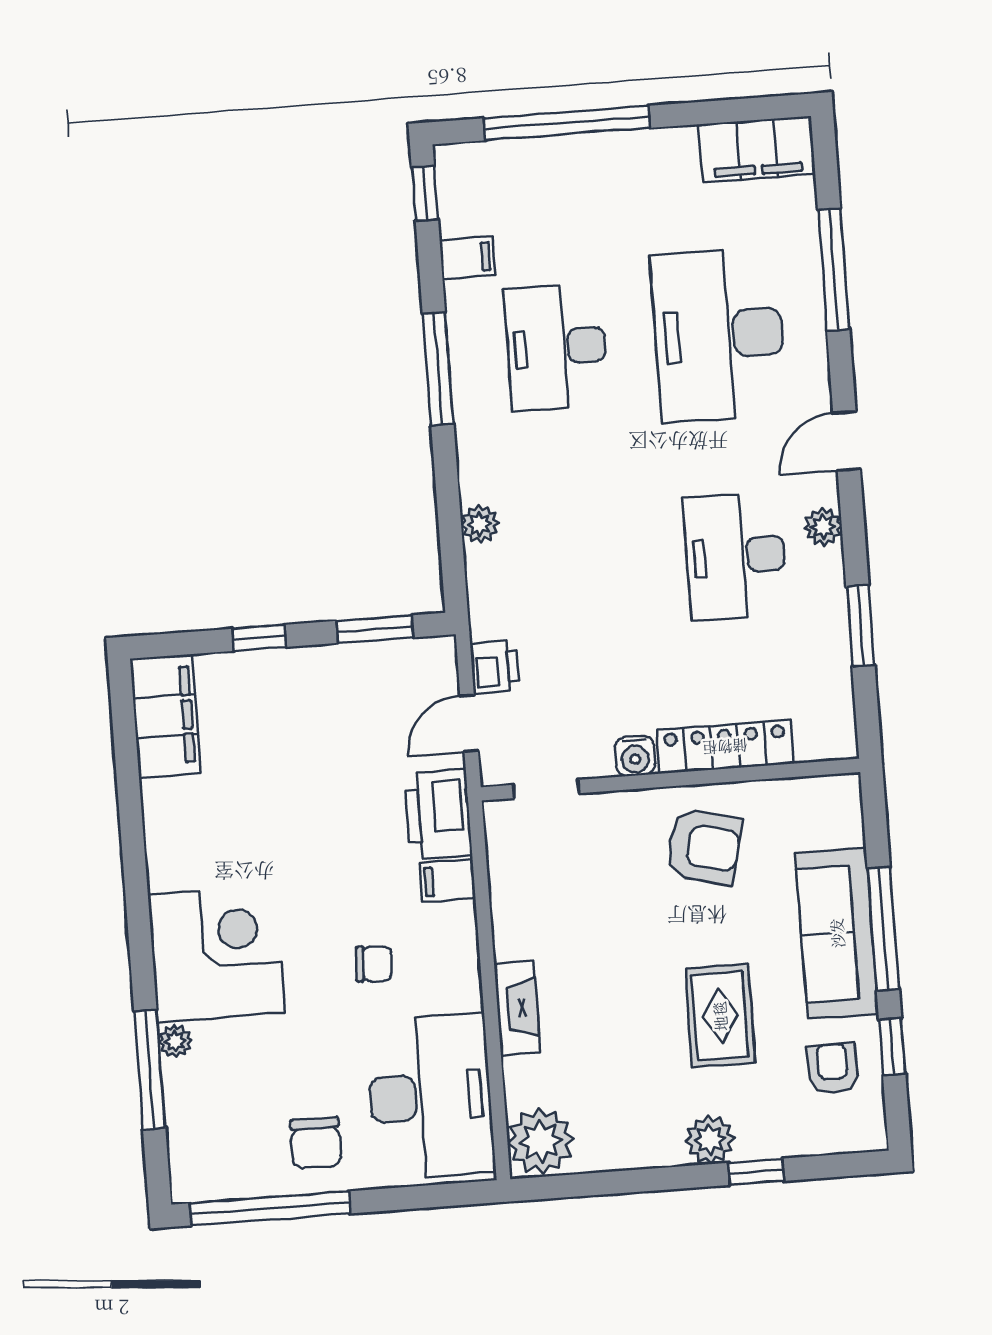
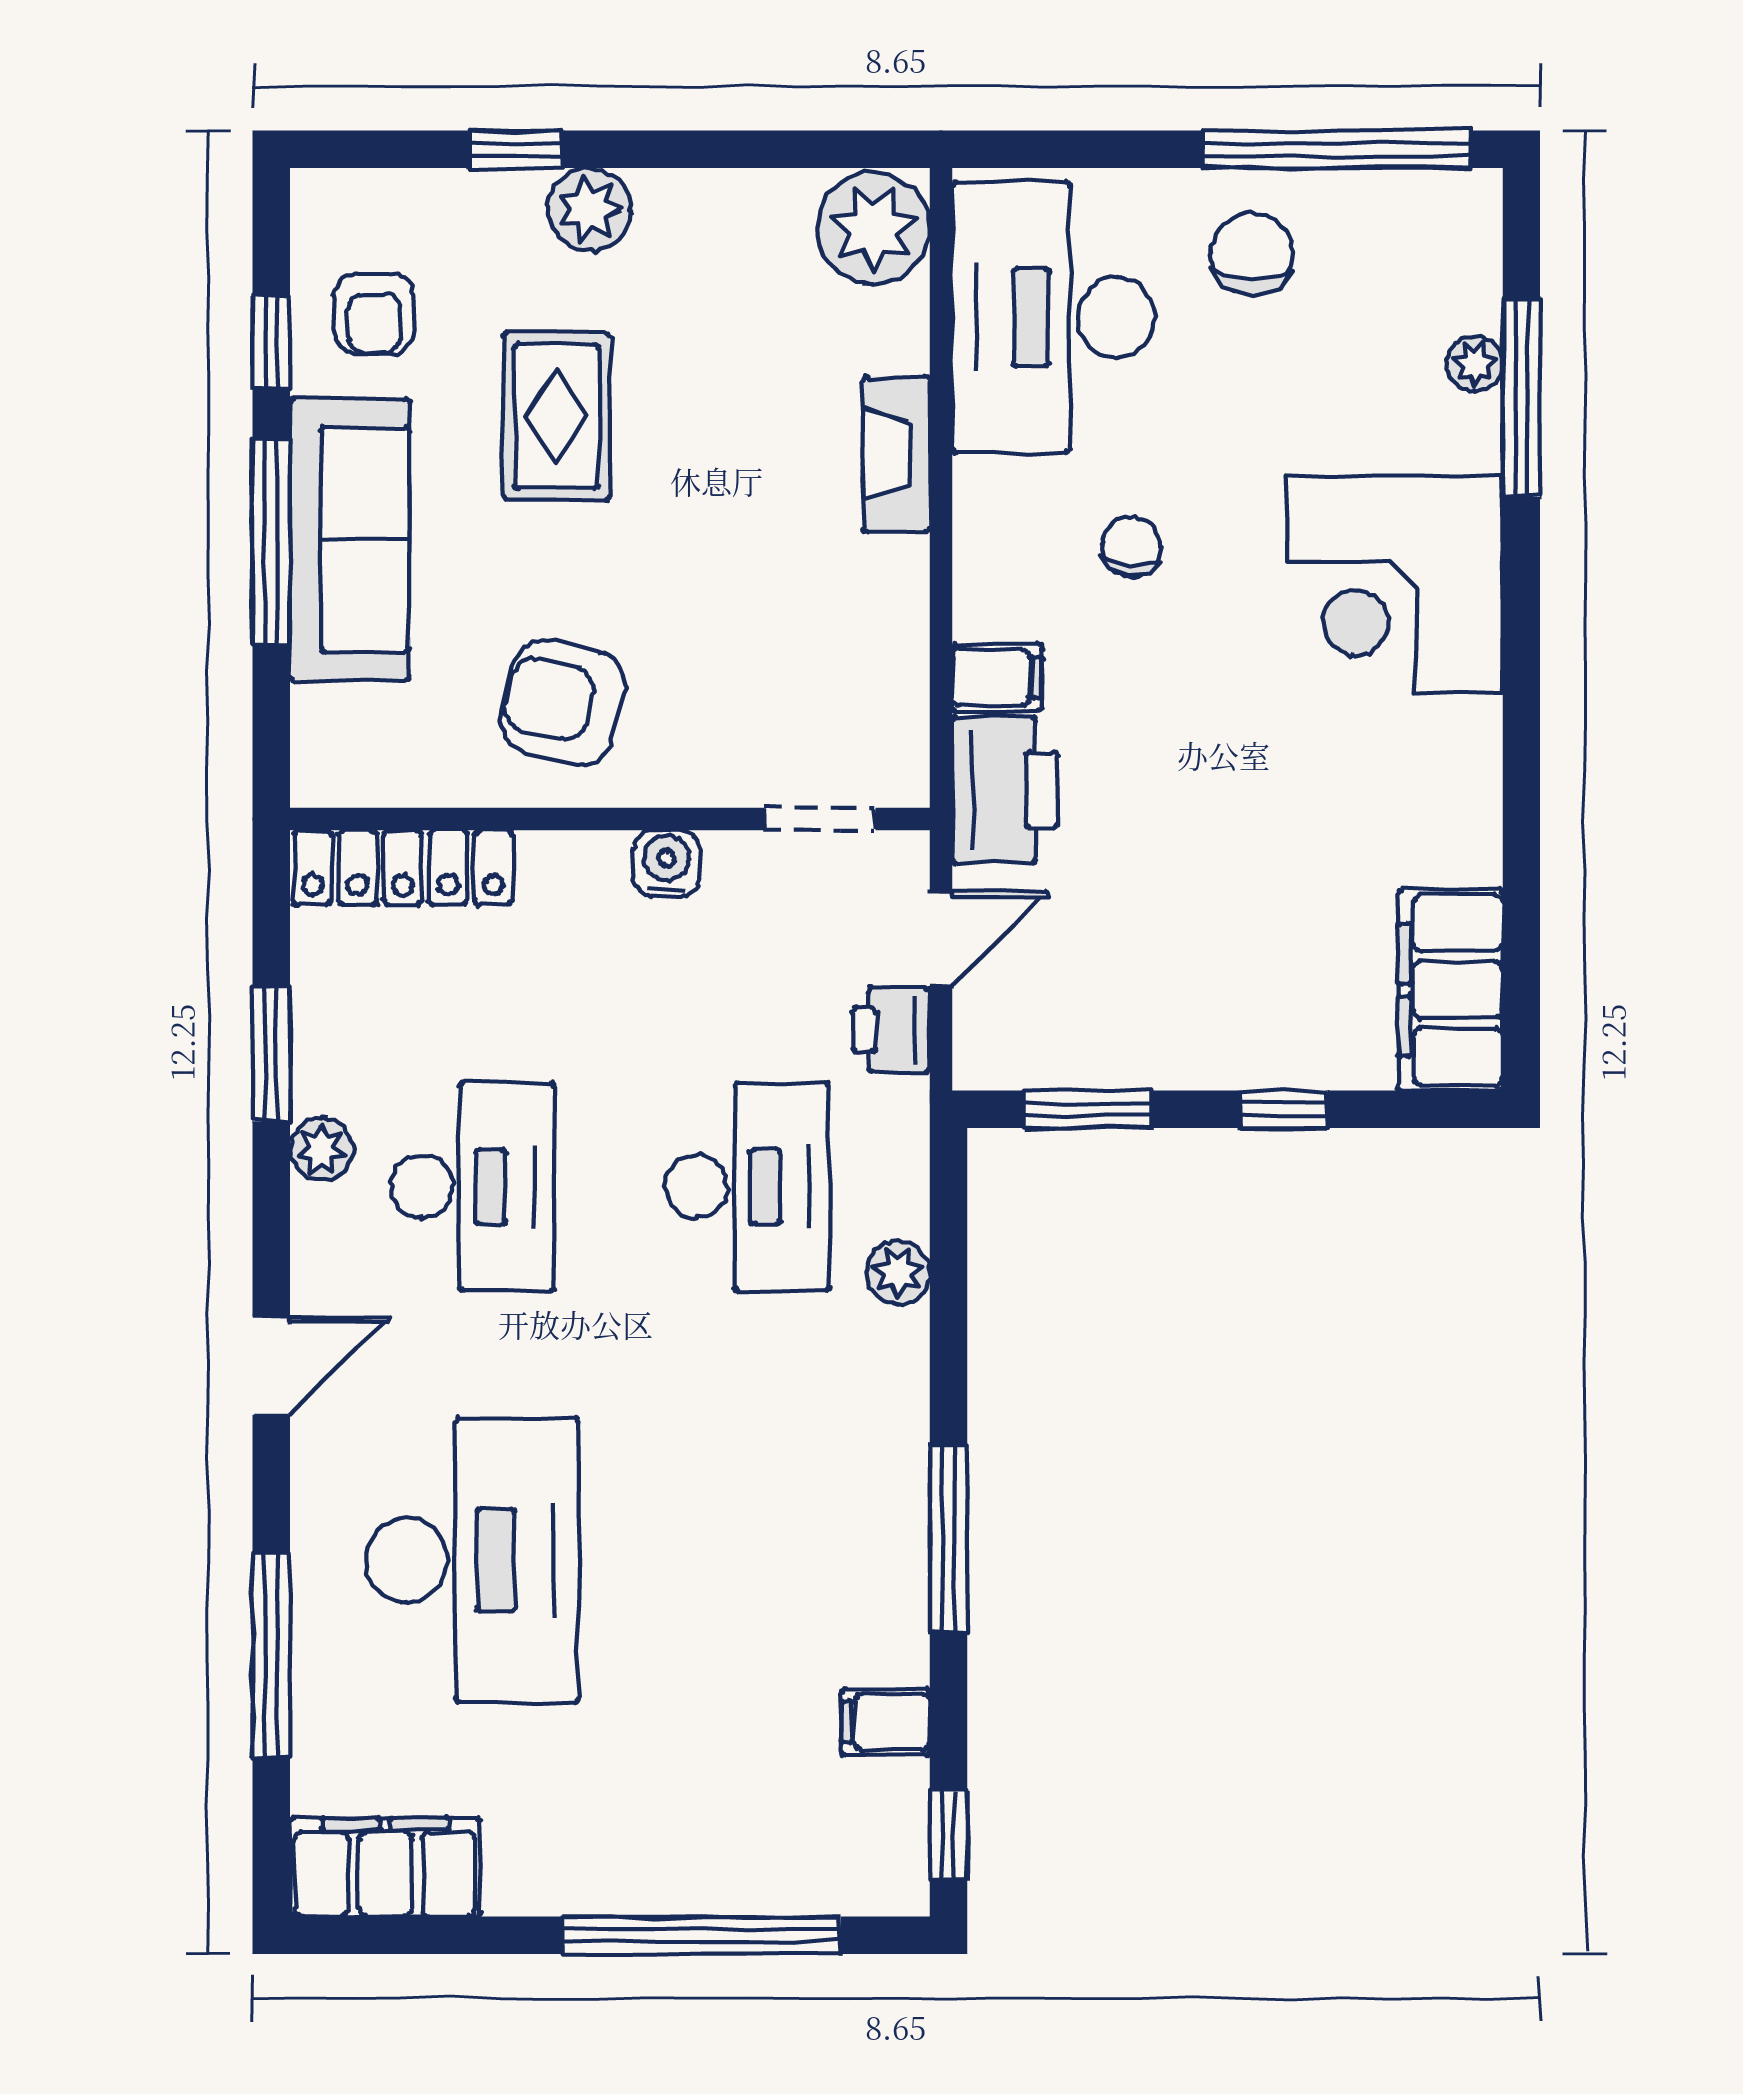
desk: (556, 347) -> (747, 1187), moved
plant: (823, 527) -> (322, 1149), moved
locker: (725, 747) -> (403, 868), moved
chair: (374, 964) -> (1131, 547), turned 92
plant: (175, 1041) -> (1475, 364), moved

